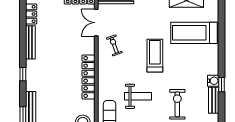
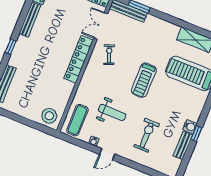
treadmill: (155, 56) -> (144, 80), turned 180
locker: (89, 77) -> (79, 59), moved

